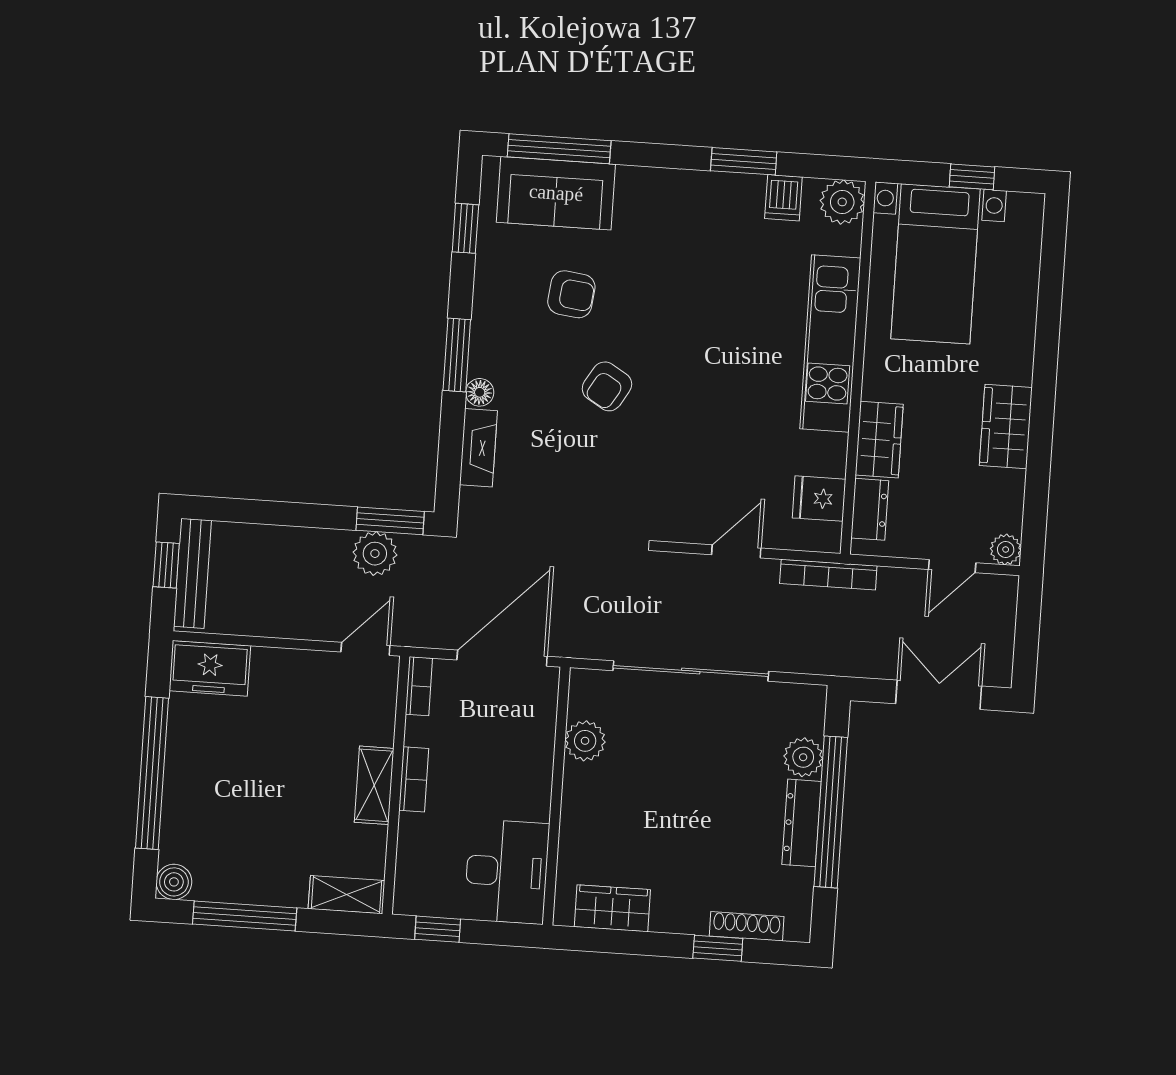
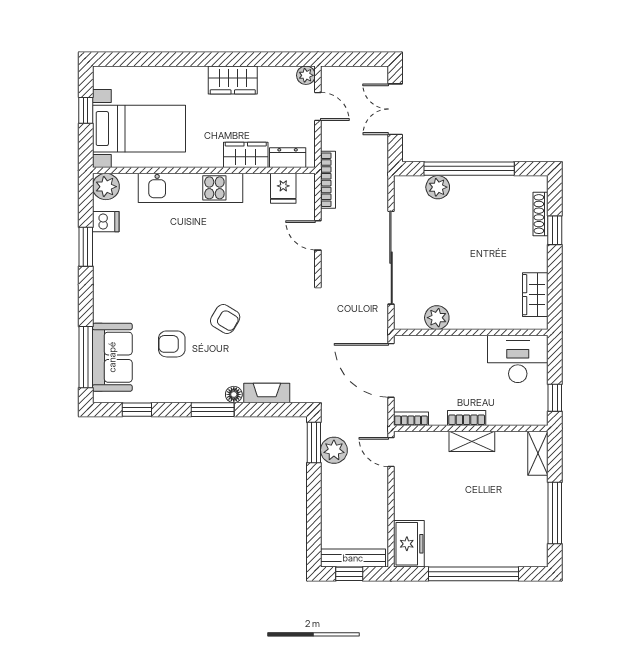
armchair: (571, 294) -> (172, 344), turned -97
dresser: (802, 823) -> (477, 186), removed
boiler: (174, 882) -> (537, 556), removed

